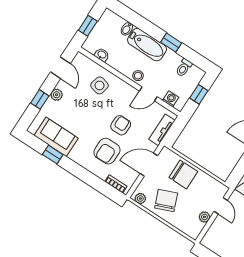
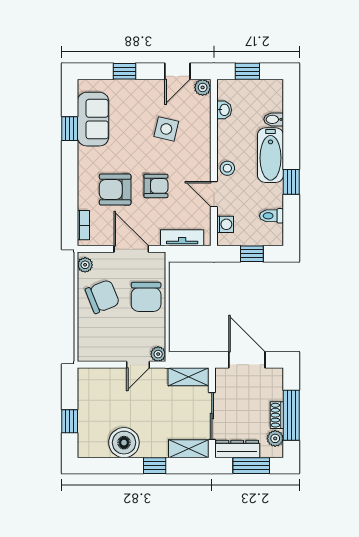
side table: (100, 85) -> (166, 129), moved
plant: (57, 95) -> (203, 87), moved
plant: (204, 217) -> (158, 354), moved

